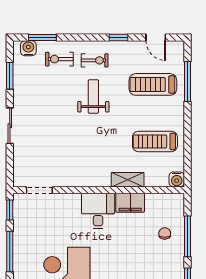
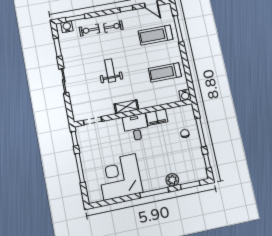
weight bench: (93, 97) -> (110, 71), moved
shelving: (128, 180) -> (126, 107), moved

